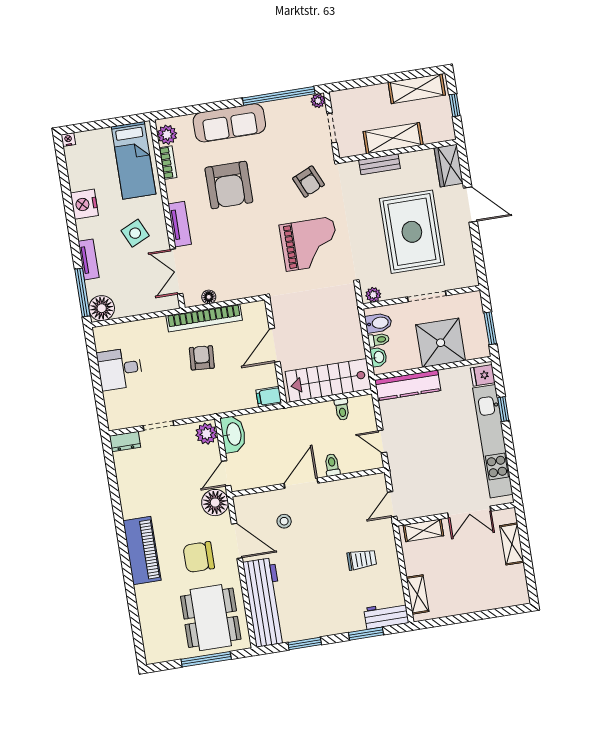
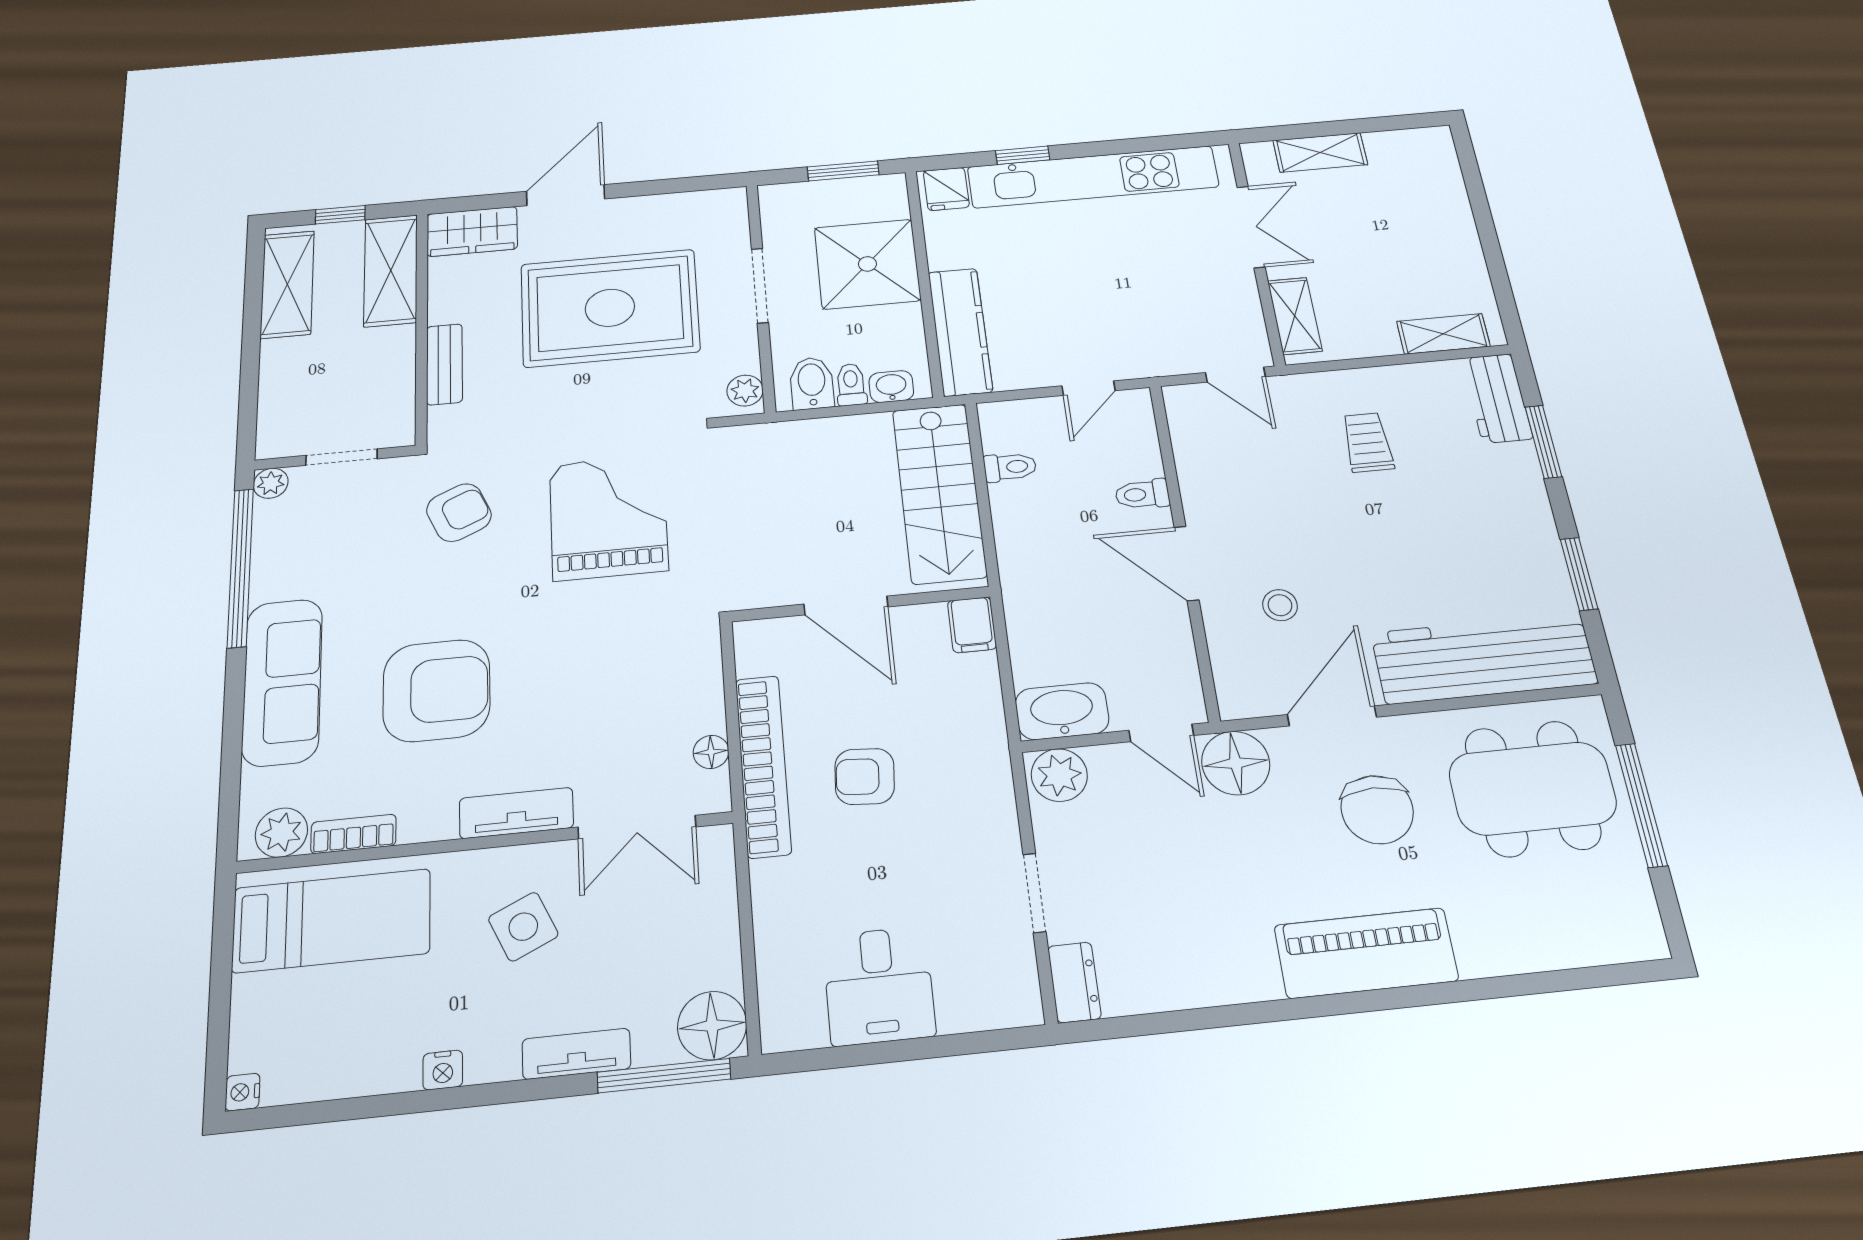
shelving: (393, 138) -> (391, 270), moved
nightstand: (84, 204) -> (443, 1070), width x0.53, depth x0.56

